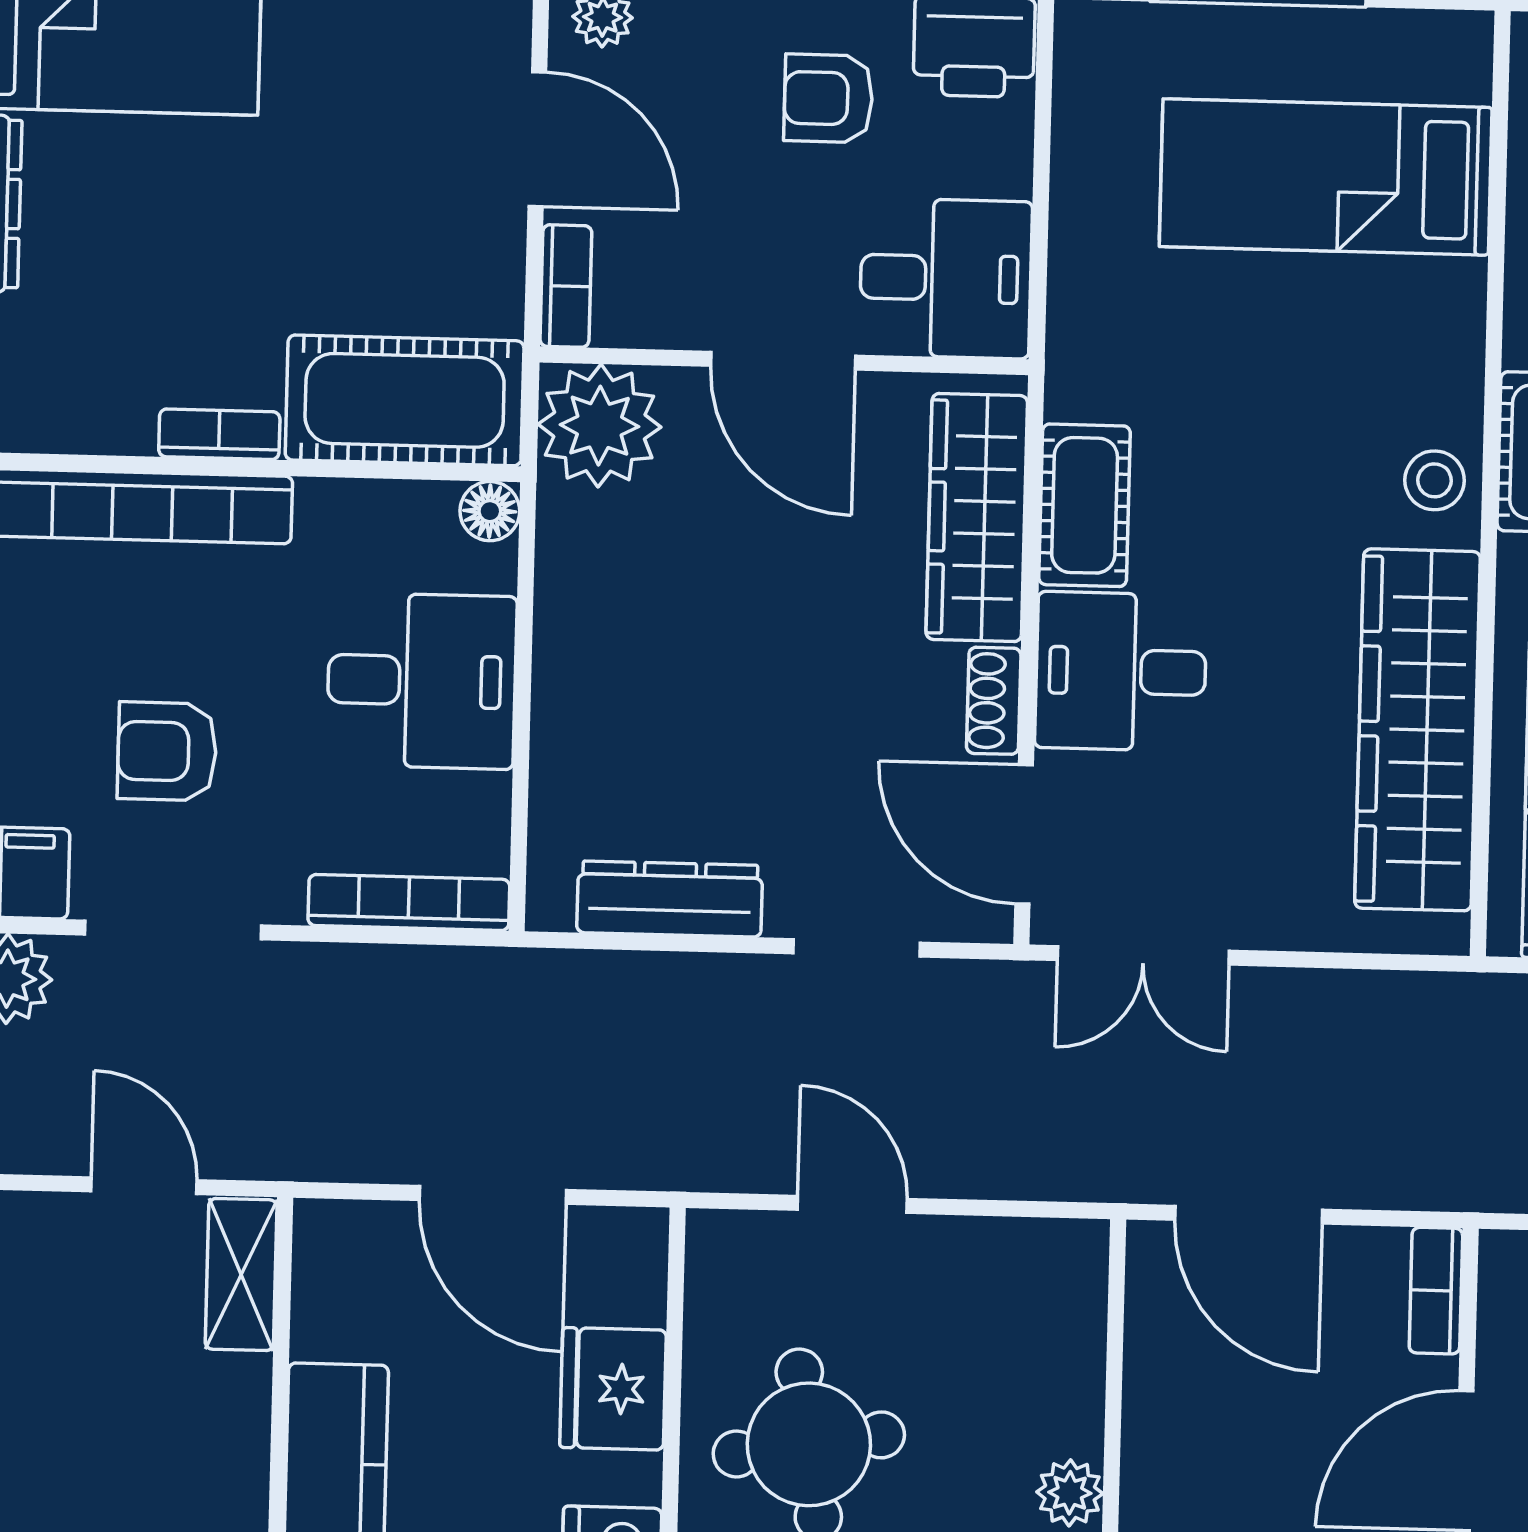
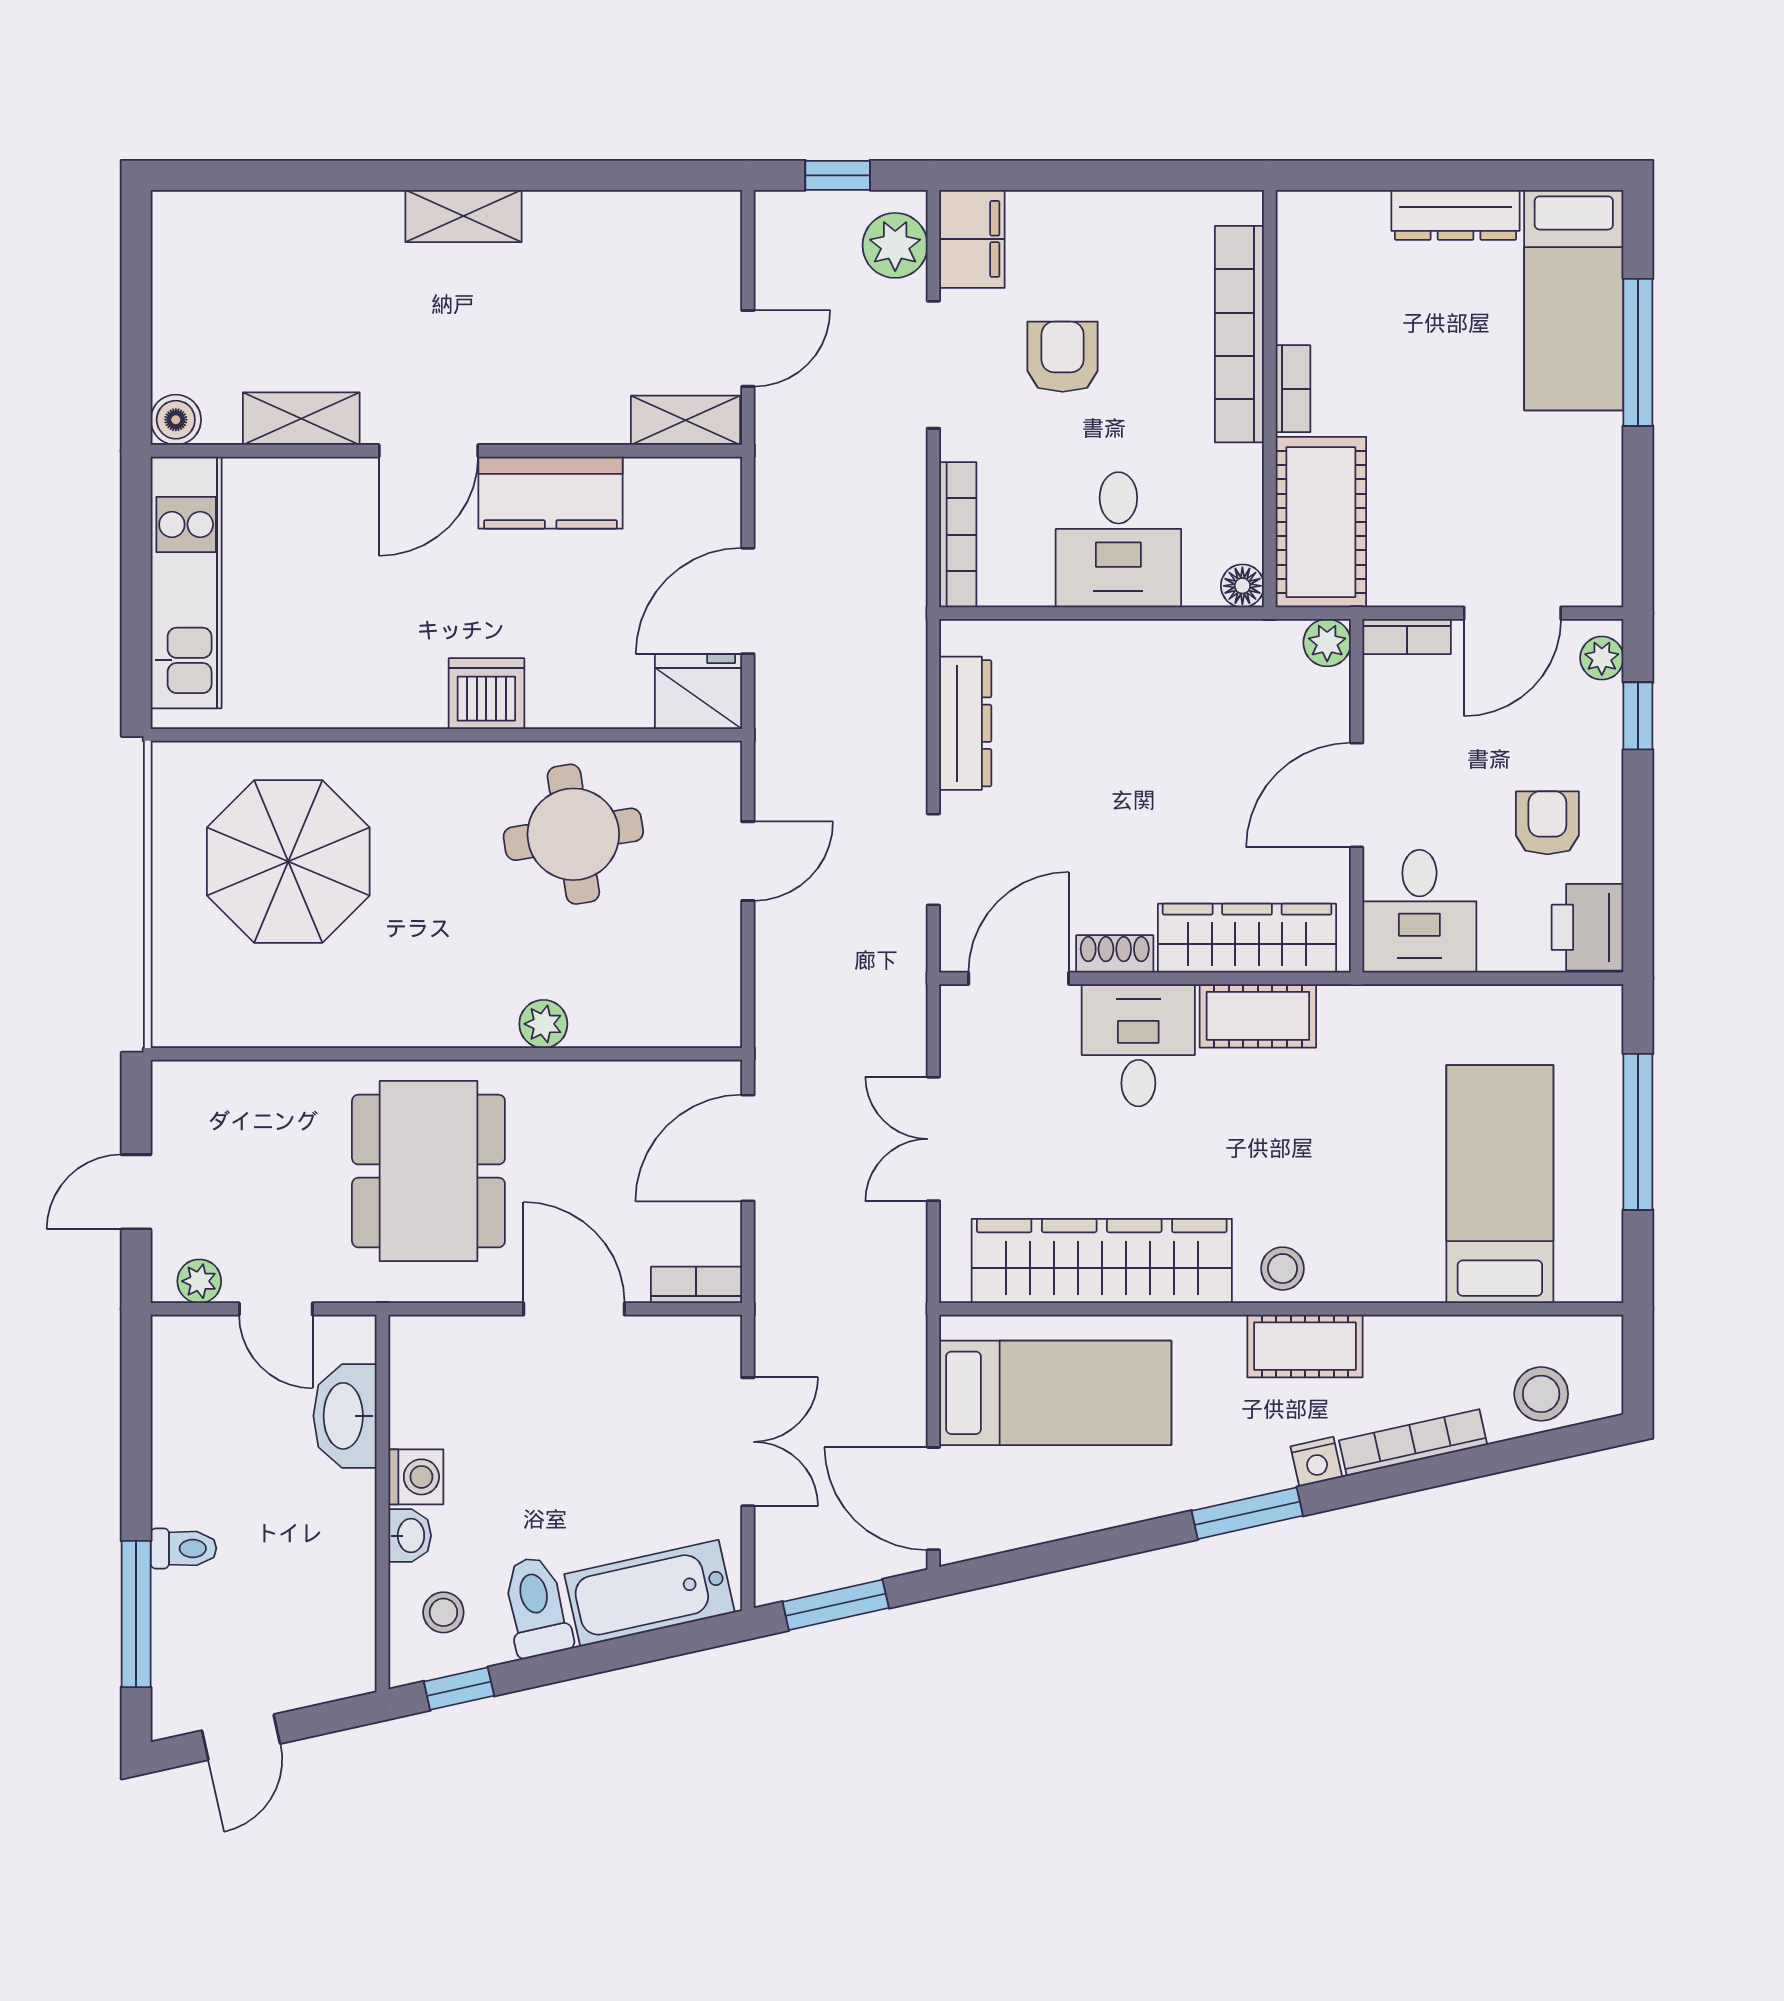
plant: (599, 426) -> (1327, 643), width x0.53, depth x0.53
double door: (1143, 955) -> (933, 1139), moved
fridge: (613, 1389) -> (699, 692), moved

